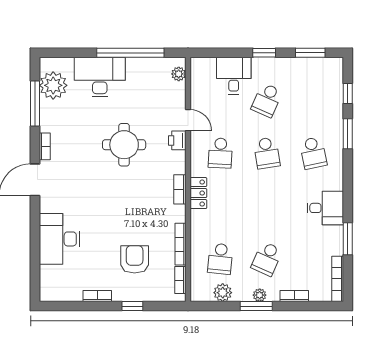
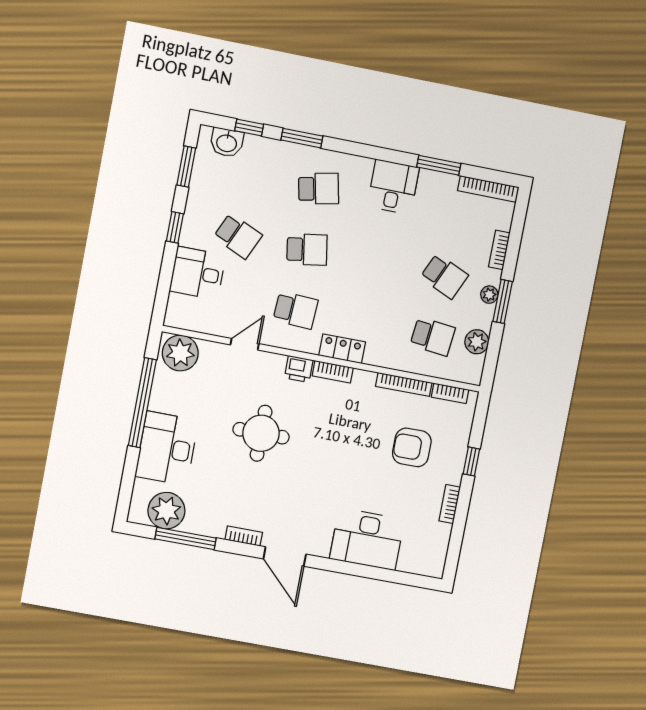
plant: (179, 74) -> (180, 353), width x1.88, depth x1.88
washbasin: (334, 79) -> (227, 143), added
printer: (177, 140) -> (299, 369), moved

